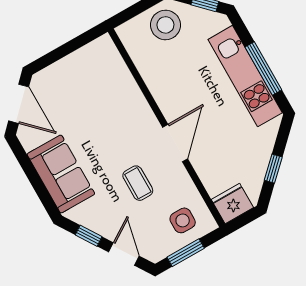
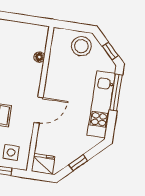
window: (263, 68) -> (116, 92), moved
floor lamp: (125, 79) -> (39, 57), added

